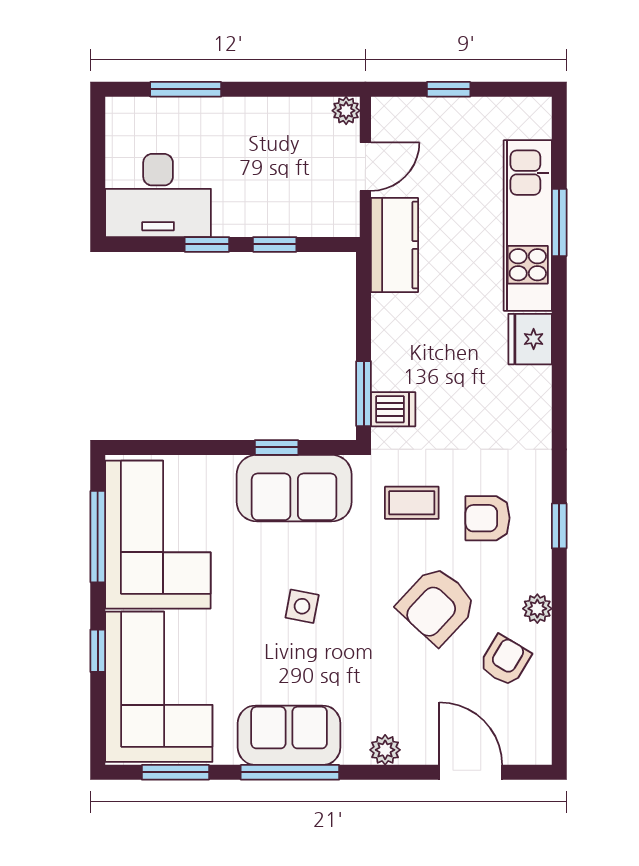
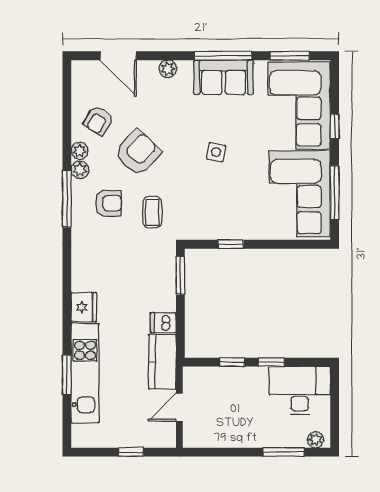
plant: (346, 111) -> (315, 440), moved
dishwasher: (393, 409) -> (163, 323), moved
sofa: (294, 488) -> (221, 221), removed
coffee table: (412, 503) -> (152, 212), turned 90
window: (559, 526) -> (67, 199), width x2.17
plant: (537, 576) -> (80, 170), added

